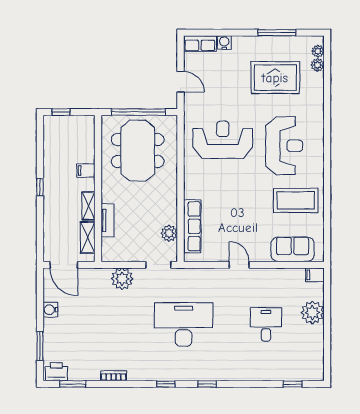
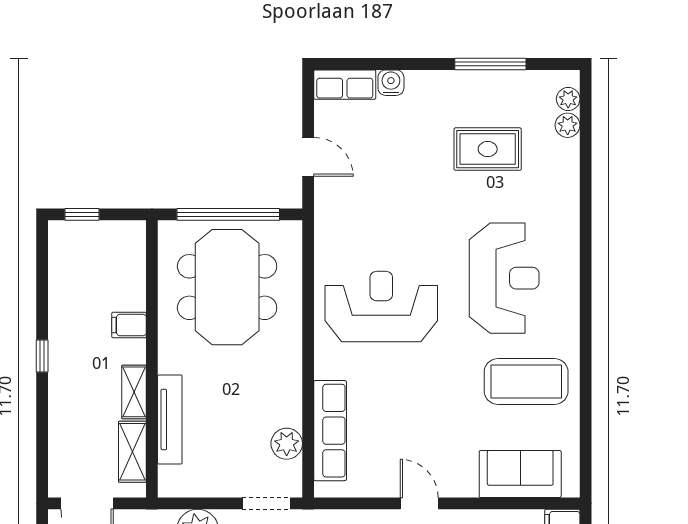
rug: (275, 78) -> (488, 149), width x0.73, depth x0.70
reception desk: (223, 140) -> (381, 307), moved
tv unit: (107, 220) -> (170, 420), width x1.41

